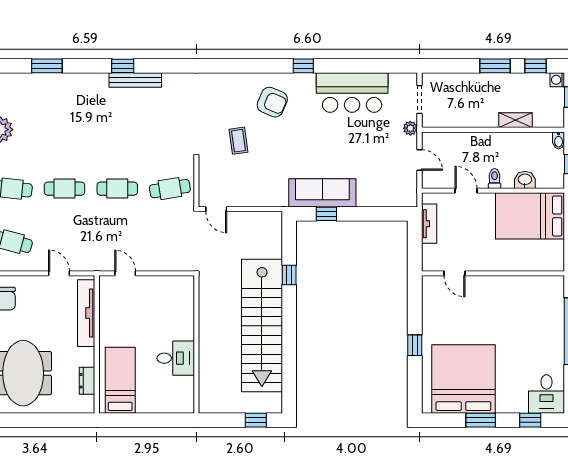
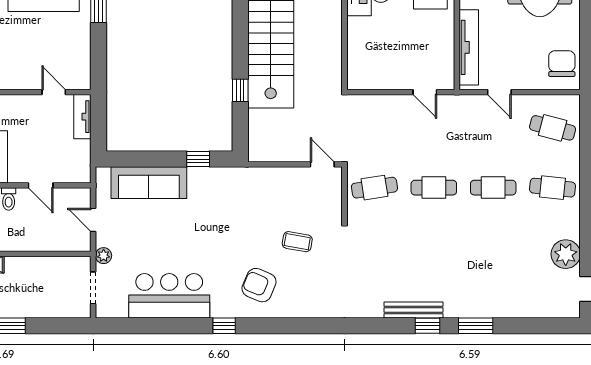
window: (47, 66) -> (476, 326), moved
coffee table: (238, 141) -> (297, 242), turned -72
sofa: (322, 193) -> (149, 183), moved
tv unit: (429, 224) -> (82, 117), moved

